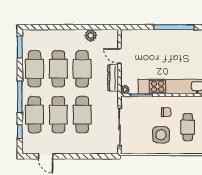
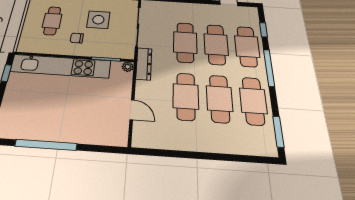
plant: (91, 35) -> (173, 141), removed
dresser: (113, 78) -> (144, 64), moved
side table: (161, 135) -> (98, 20), moved

